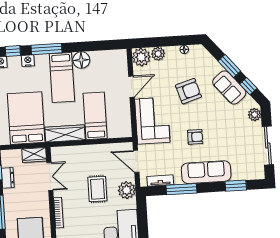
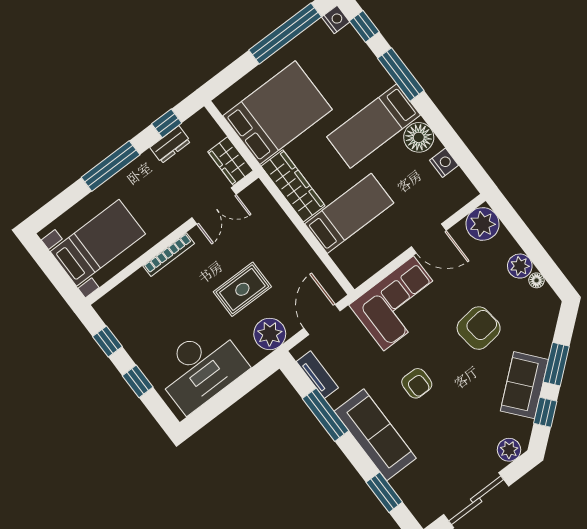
plant: (158, 54) -> (520, 266), moved
nightstand: (28, 61) -> (444, 163), moved
armchair: (188, 91) -> (479, 328), turned -80

